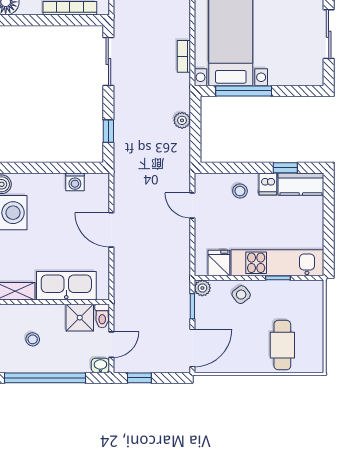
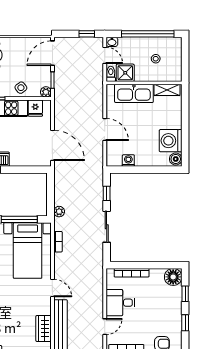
sliding door: (108, 61) -> (107, 227), moved
plant: (182, 120) -> (59, 212), moved
stool: (240, 191) -> (22, 155), removed
door: (192, 205) -> (52, 145), width x1.88
door: (111, 345) -> (105, 55), swing flipped

